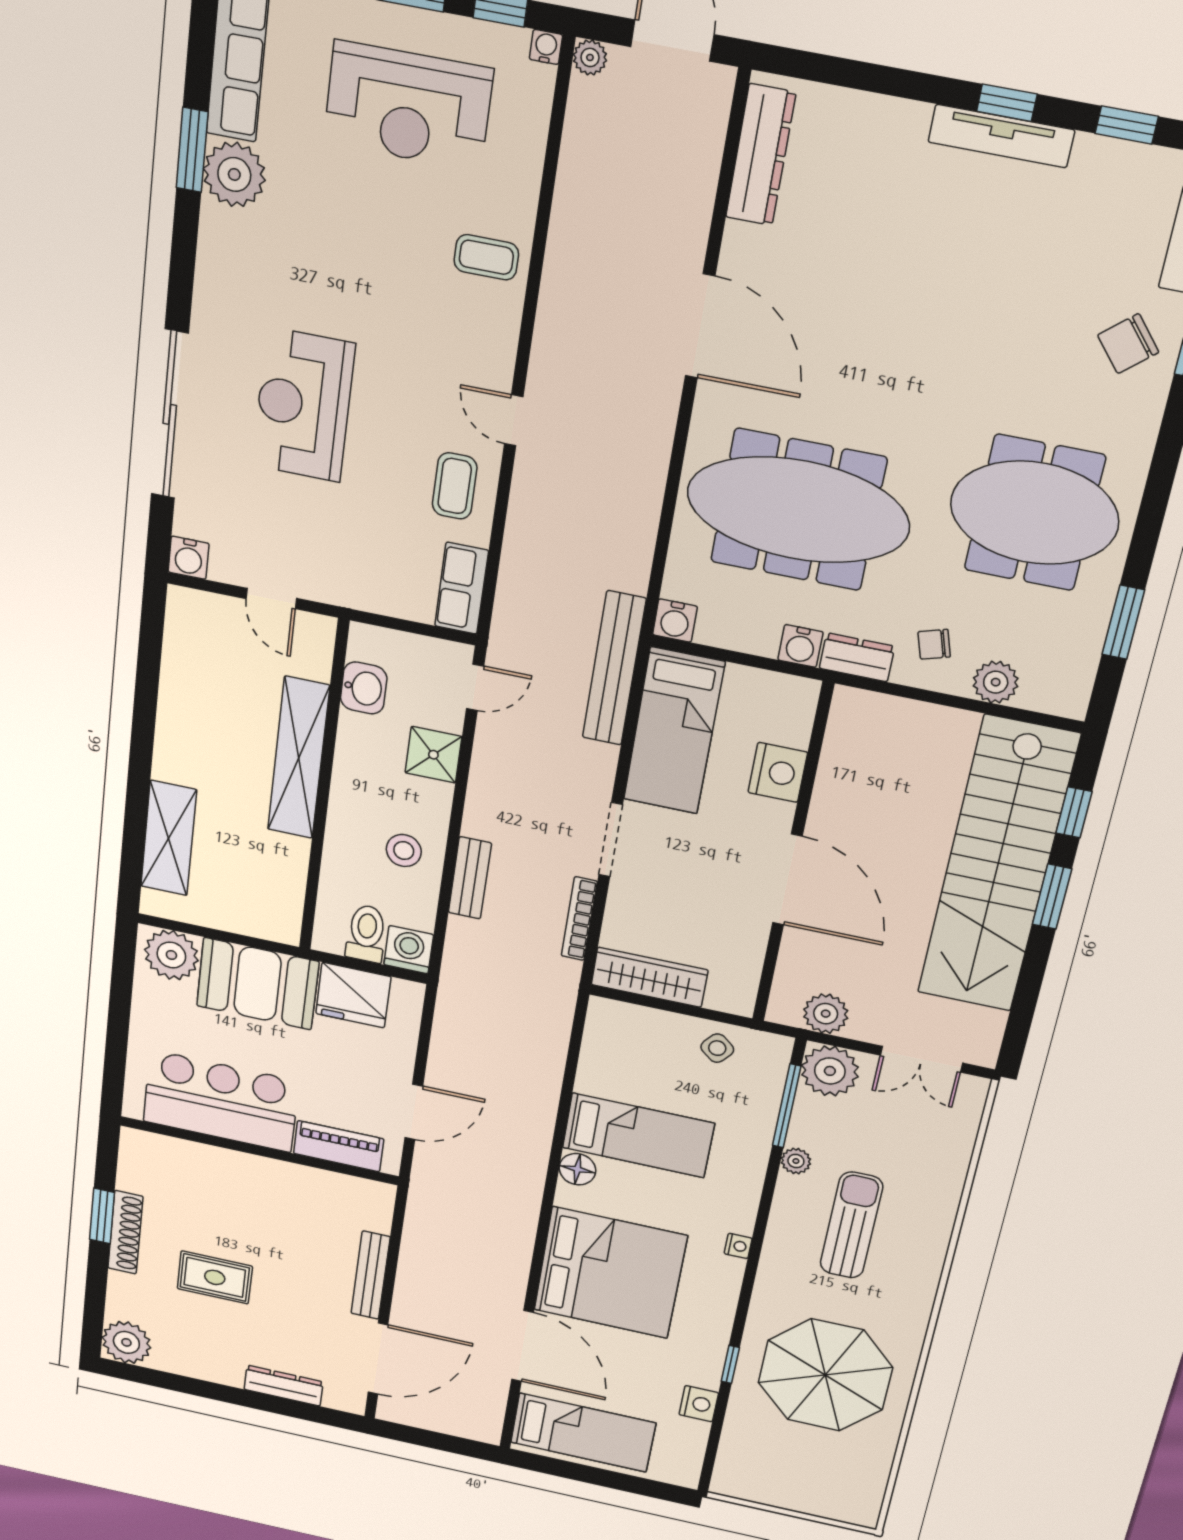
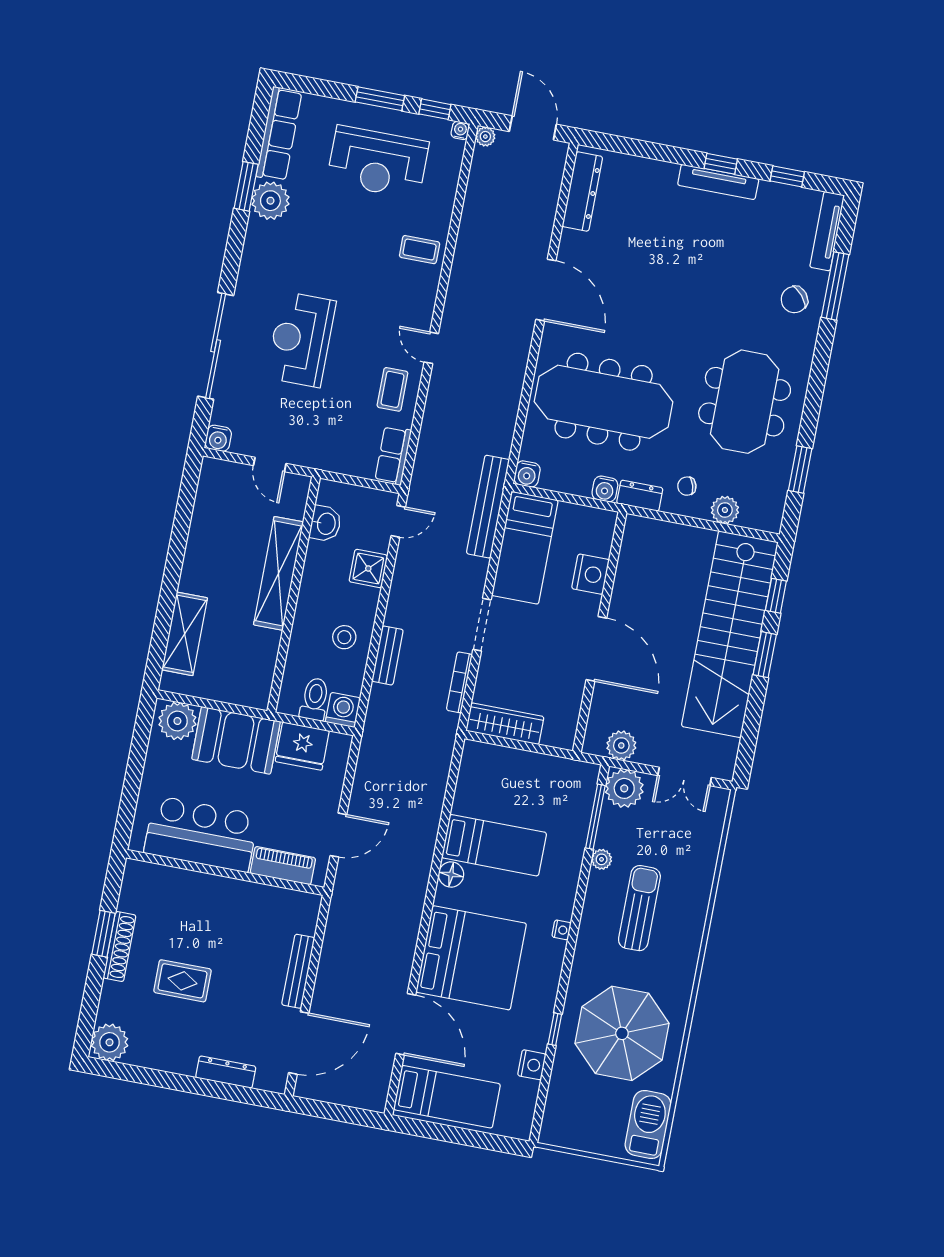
meeting table: (1034, 513) -> (745, 402), turned 90
side table: (717, 1048) -> (549, 775), removed
barbecue: (861, 1482) -> (648, 1124), added

